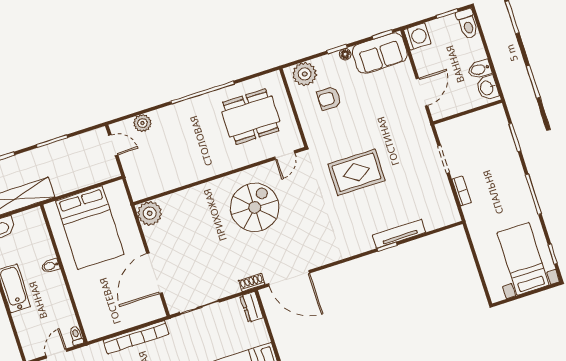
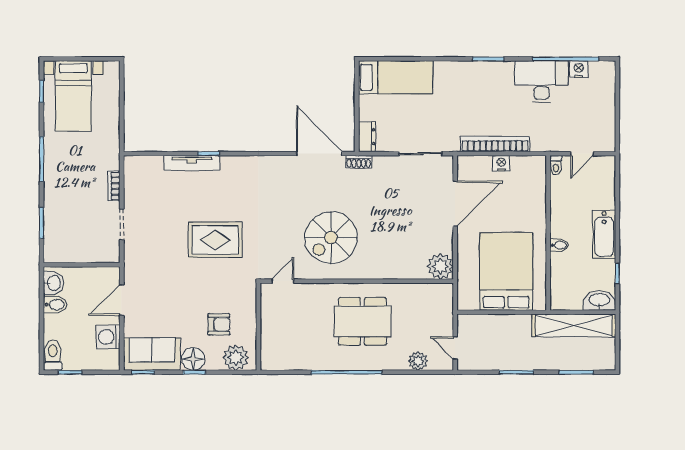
washing machine: (417, 37) -> (108, 337), moved
floor lamp: (345, 54) -> (193, 359), width x1.89, depth x1.89
dining table: (251, 117) -> (362, 321), moved
nightstand: (125, 322) -> (501, 163), added

